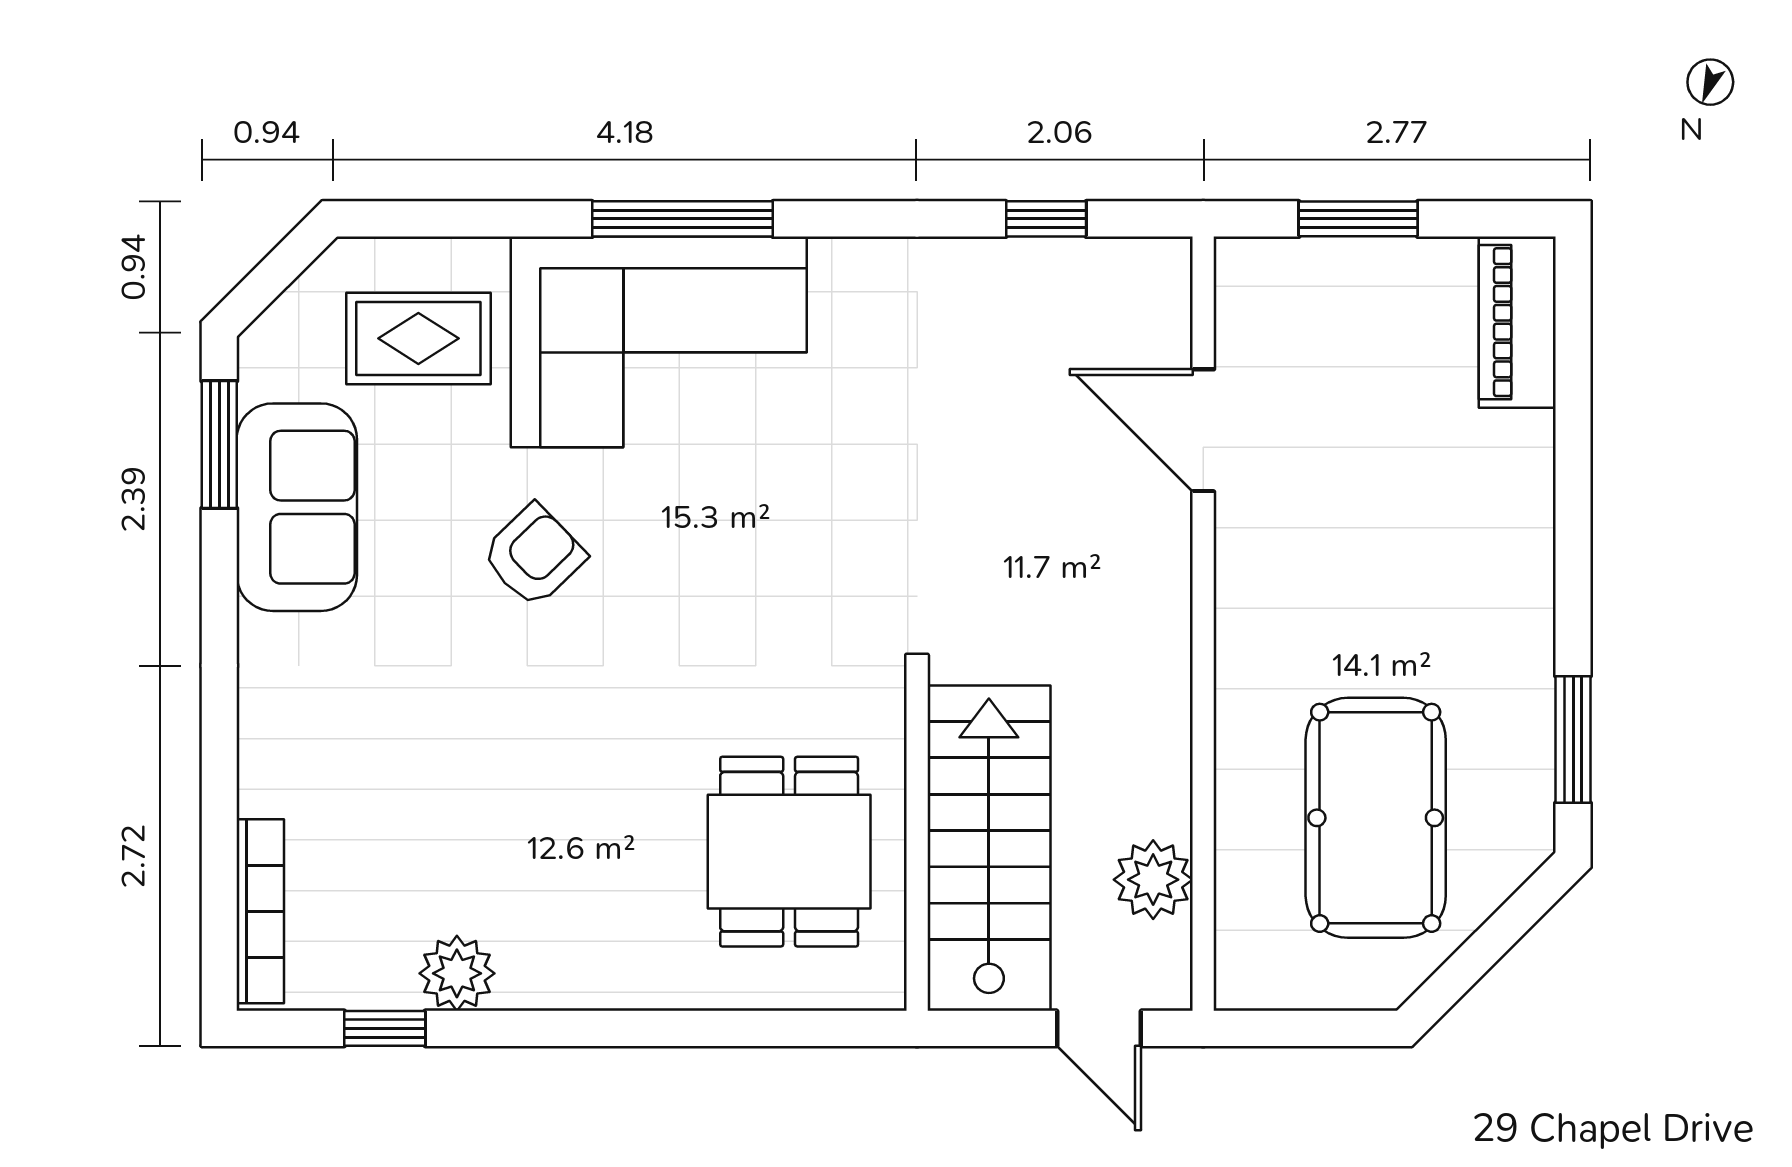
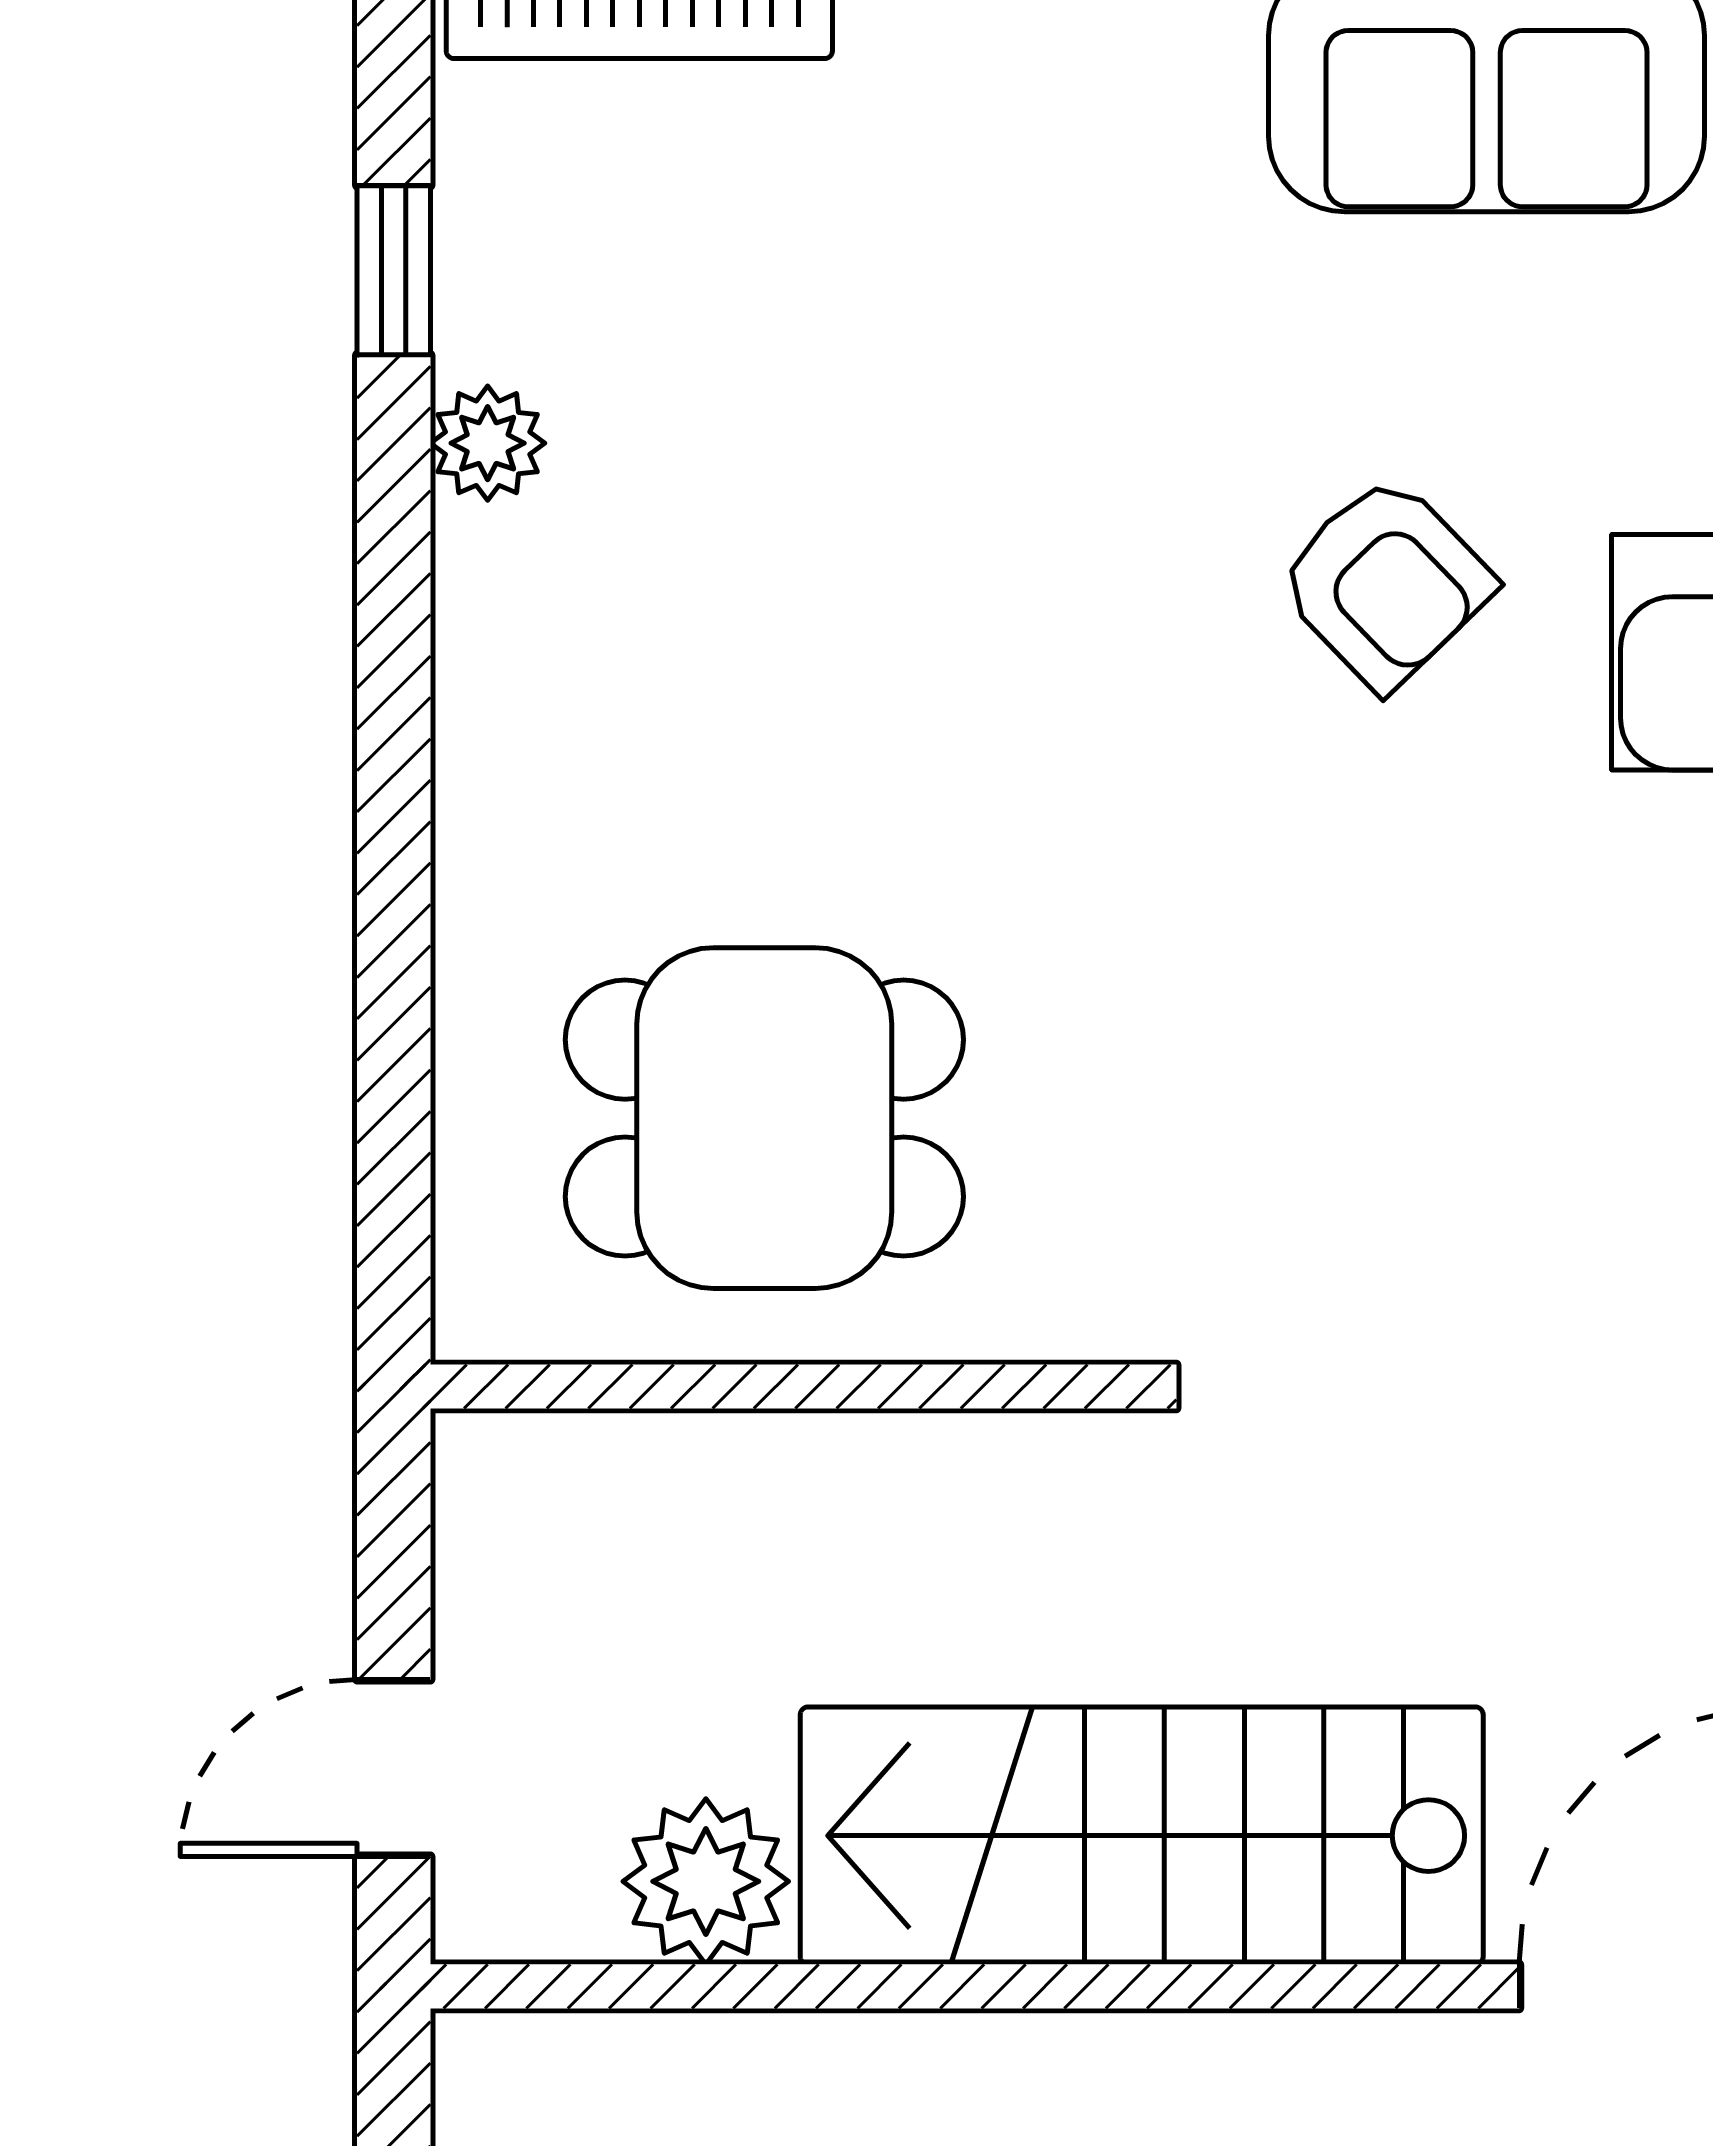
stairs: (989, 848) -> (1142, 1836), moved, turned 180
plant: (457, 973) -> (488, 443), width x0.73, depth x0.73

